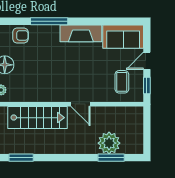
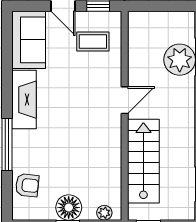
armchair: (20, 35) -> (27, 185), turned 96

